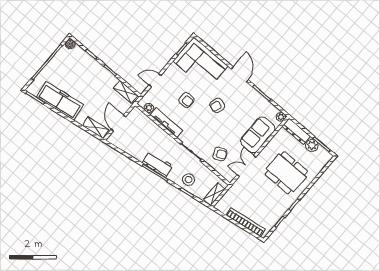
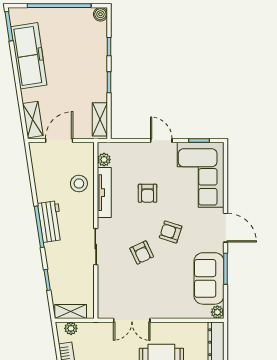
door: (240, 74) -> (226, 228), hinge flipped
door: (155, 80) -> (161, 140), moved
sofa: (258, 135) -> (209, 278), moved, turned -90
armchair: (220, 154) -> (142, 253), moved
double door: (246, 166) -> (132, 320), swing flipped
stool: (189, 180) -> (79, 184), moved
plant: (223, 202) -> (71, 328), added

